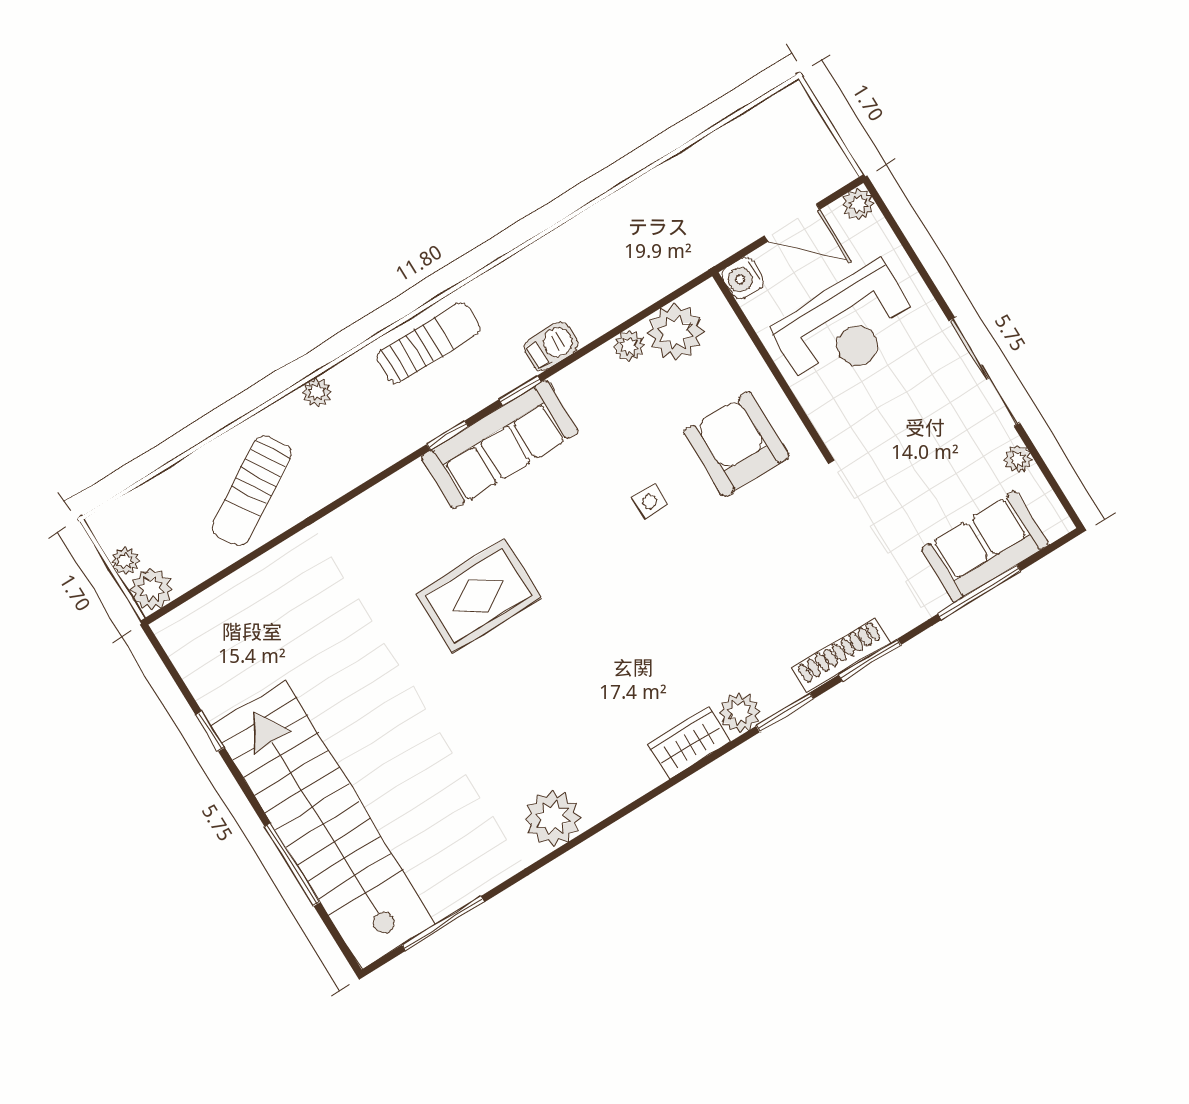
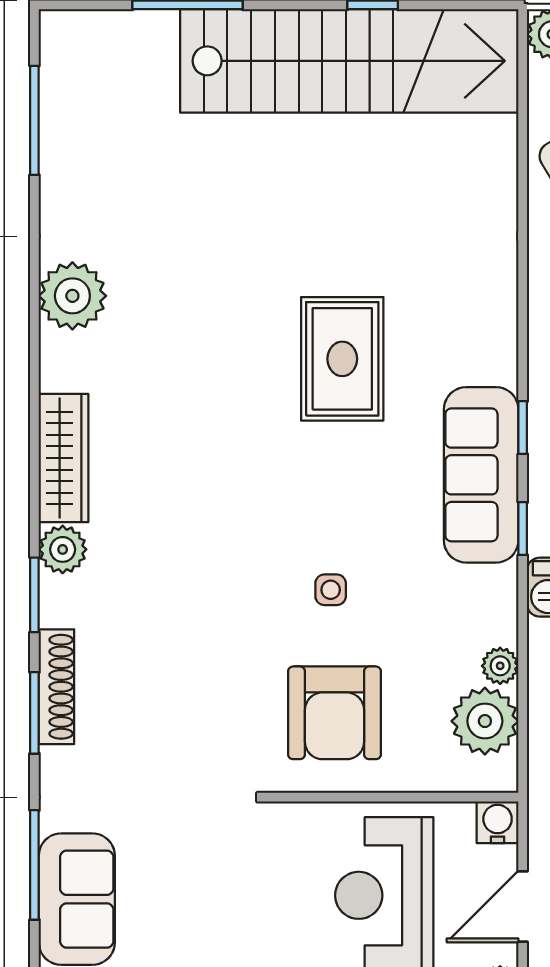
armchair: (736, 444) -> (335, 713), turned 90
wardrobe: (689, 743) -> (64, 458), width x1.50
stairs: (323, 825) -> (349, 61), moved

